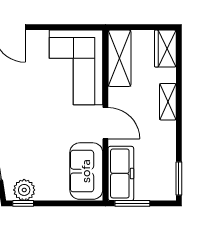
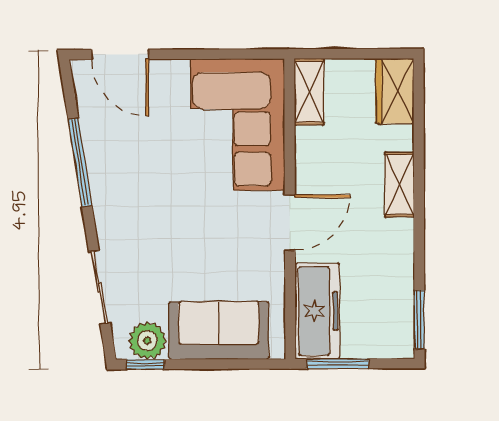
shelving: (120, 58) -> (309, 92), width x0.67, depth x0.75
door: (105, 123) -> (290, 223), hinge flipped
sofa: (86, 171) -> (219, 330), moved, turned 90

